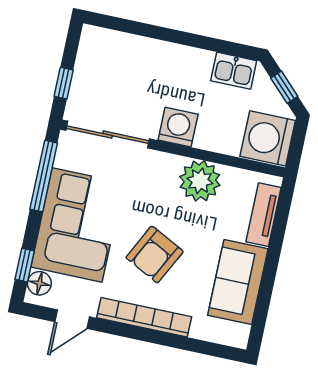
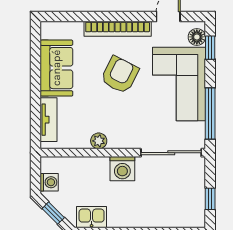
window: (64, 83) -> (210, 199), moved
washing machine: (268, 138) -> (49, 182), width x0.53, depth x0.53
plant: (200, 181) -> (99, 141), width x0.53, depth x0.53

